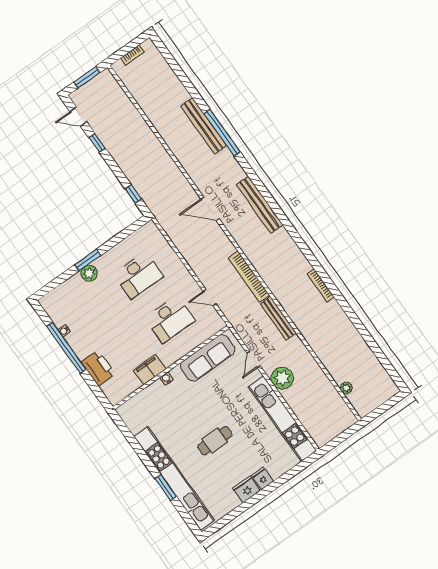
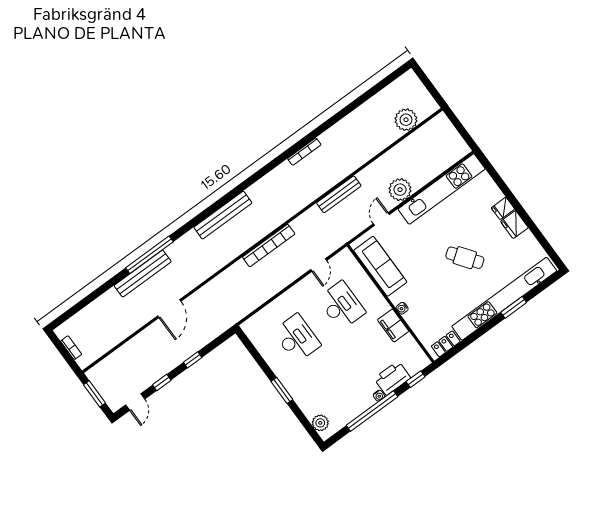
window: (133, 194) -> (193, 360), moved
door: (210, 209) -> (169, 309), moved
plant: (89, 273) -> (320, 423), moved
bookcase: (249, 277) -> (269, 246), moved
water cooler: (64, 331) -> (379, 396), moved
door: (254, 360) -> (381, 219), swing flipped
plant: (346, 388) -> (406, 120), width x1.87, depth x1.87
window: (97, 391) -> (416, 379), added
locker: (131, 421) -> (446, 344), added
cafe table: (215, 441) -> (465, 258), turned -36

